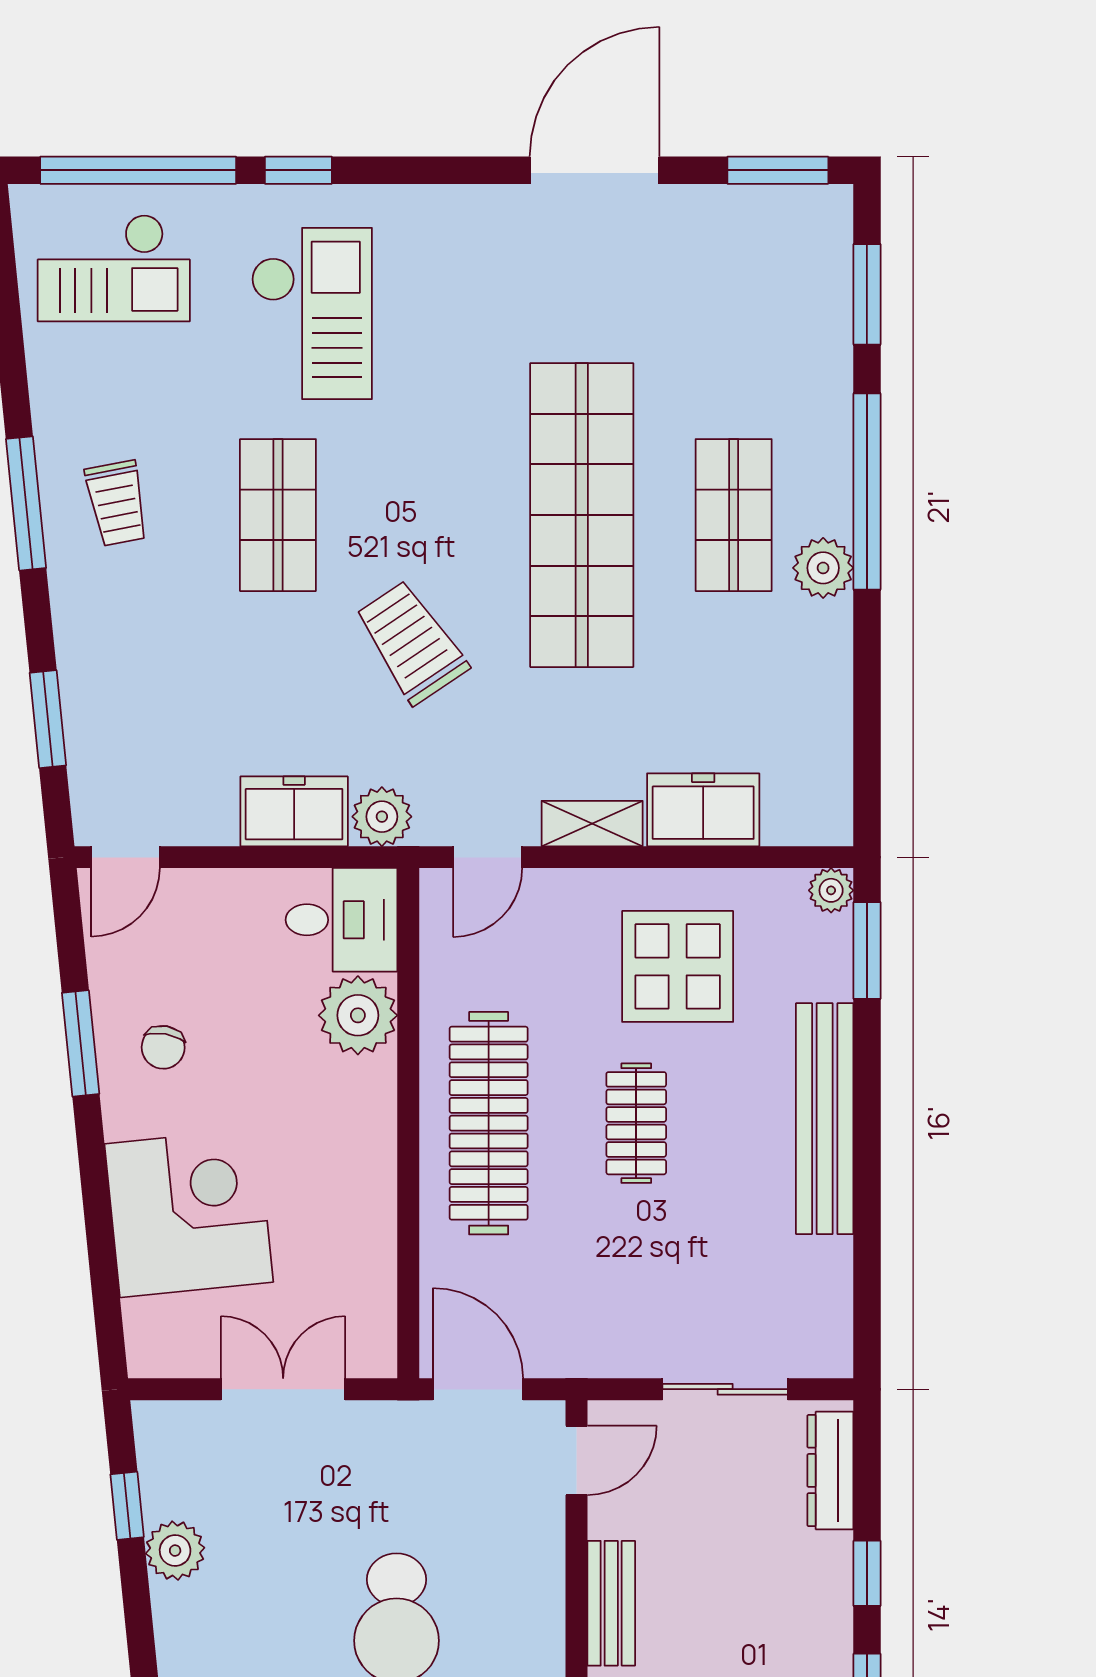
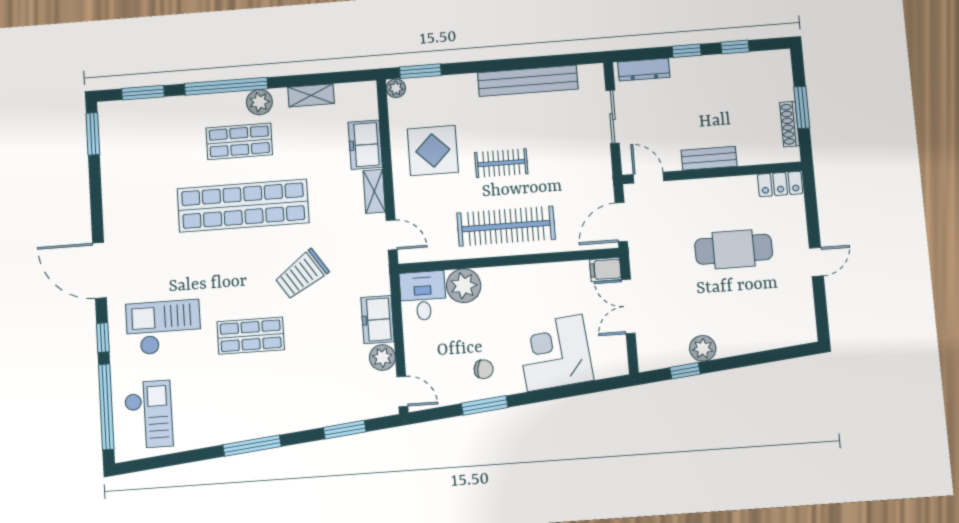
door: (595, 170) -> (99, 270), moved
trolley: (117, 503) -> (250, 406), removed
shelving: (829, 690) -> (311, 95), added
plant: (382, 817) -> (382, 358), moved
bench: (825, 1119) -> (528, 81), moved
filing cabinet: (371, 1344) -> (605, 270), added

